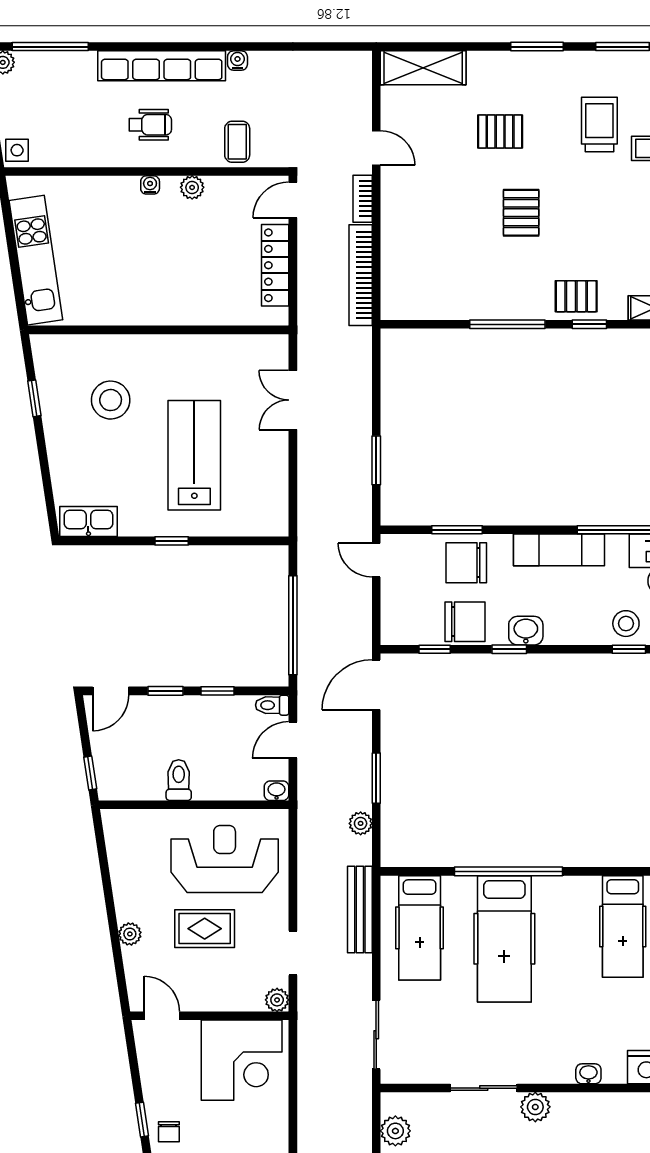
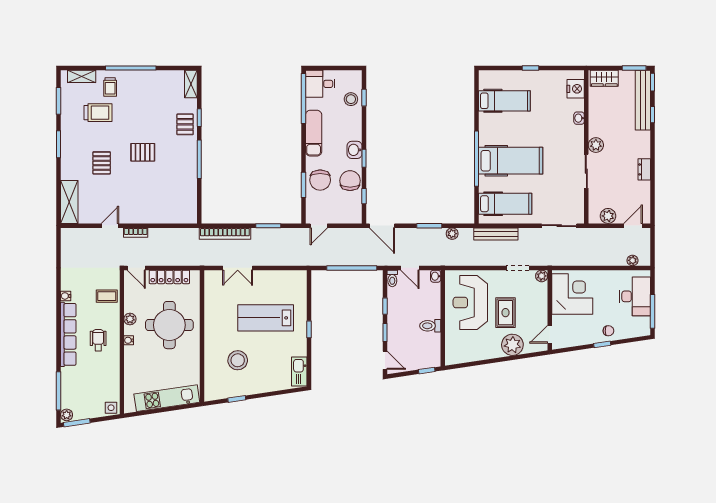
trolley: (599, 124) -> (98, 113), turned 180
round table: (180, 265) -> (169, 325), added
bookcase: (361, 275) -> (225, 234), moved
plant: (130, 934) -> (512, 345), width x1.88, depth x1.88

